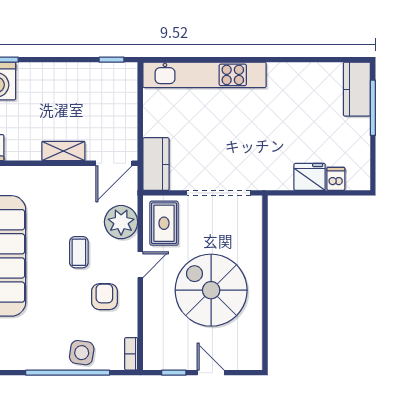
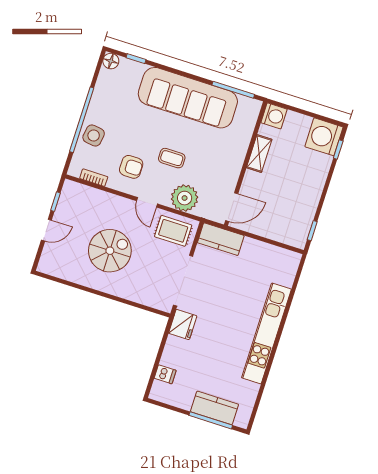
kitchen unit: (204, 75) -> (266, 333), moved
kitchen counter: (357, 89) -> (215, 408), moved
shelving: (63, 151) -> (259, 154), moved
door: (114, 163) -> (232, 207), swing flipped
fridge: (310, 177) -> (183, 324), moved
spiral stairs: (211, 290) -> (110, 251), width x0.73, depth x0.73
bookcase: (131, 354) -> (94, 178), moved

